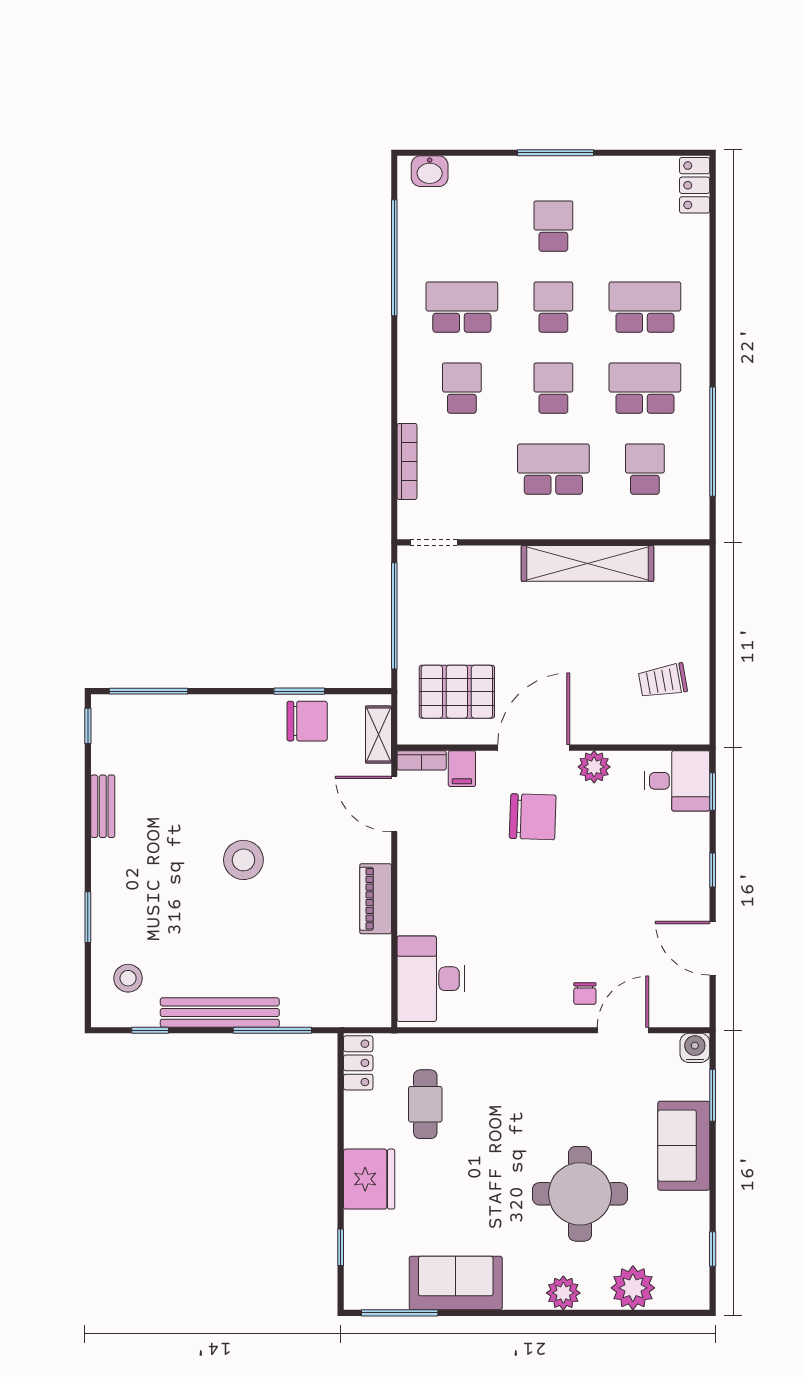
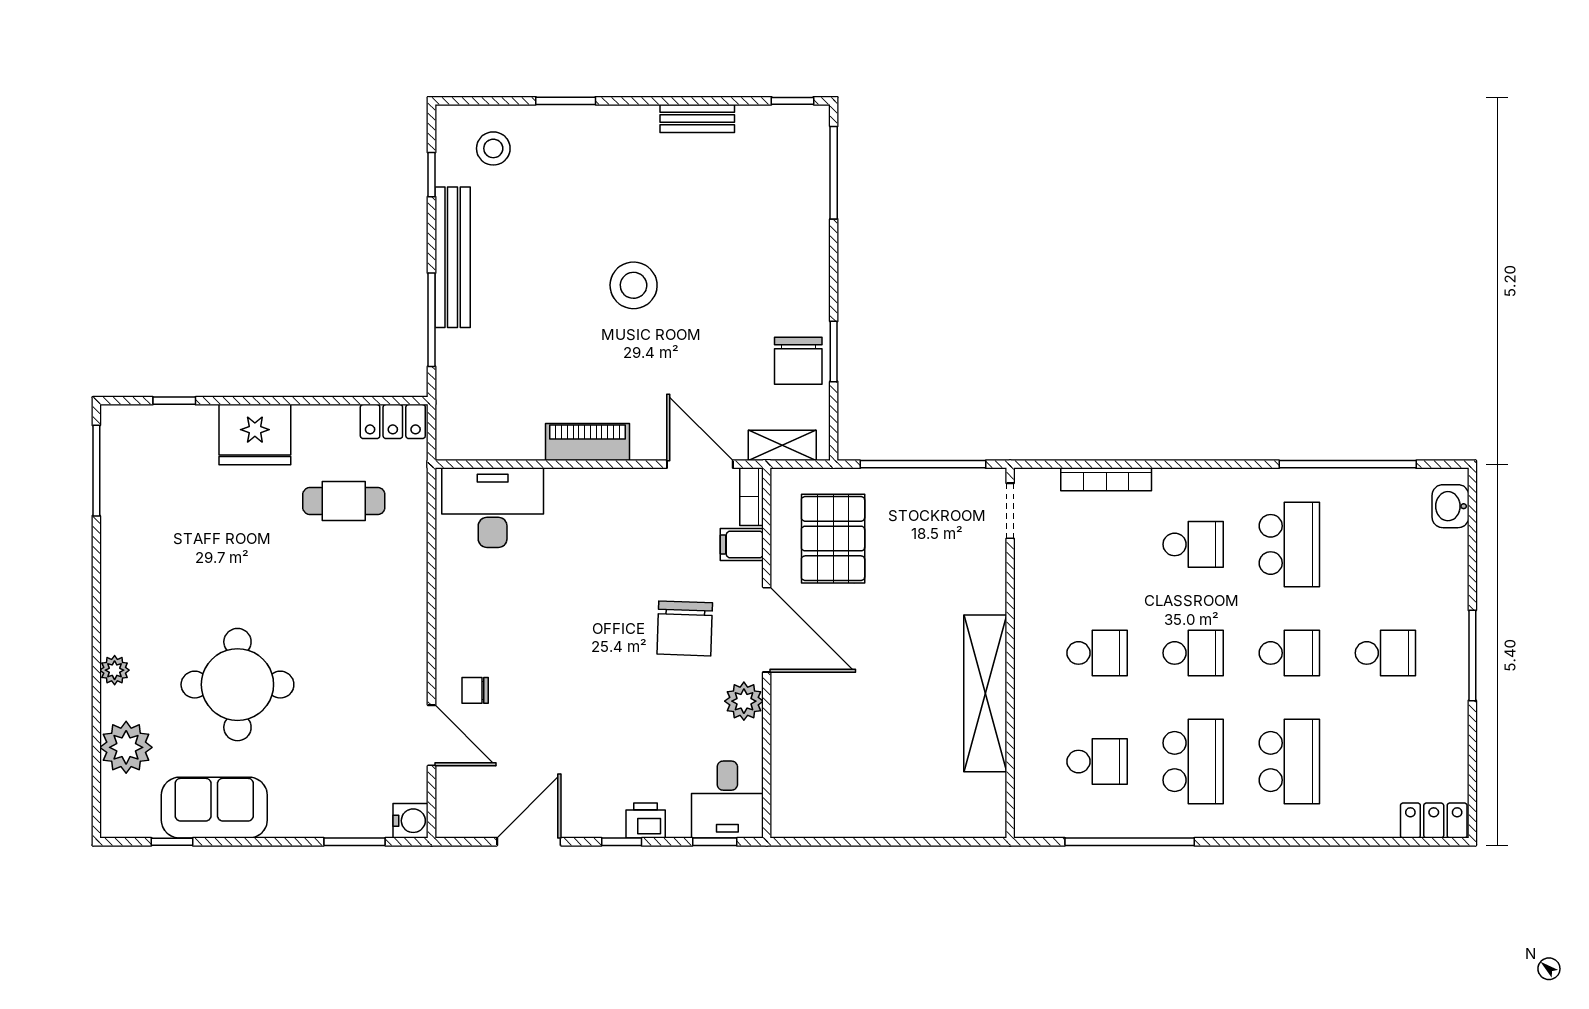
school desk: (553, 469) -> (1097, 653), width x0.54
trolley: (663, 681) -> (846, 783), removed
door: (394, 804) -> (700, 464), hinge flipped
printer: (695, 850) -> (646, 821), added
sofa: (684, 1146) -> (214, 808), moved
sofa: (456, 1283) -> (132, 537), removed
plant: (563, 1293) -> (115, 670), width x0.73, depth x0.73

